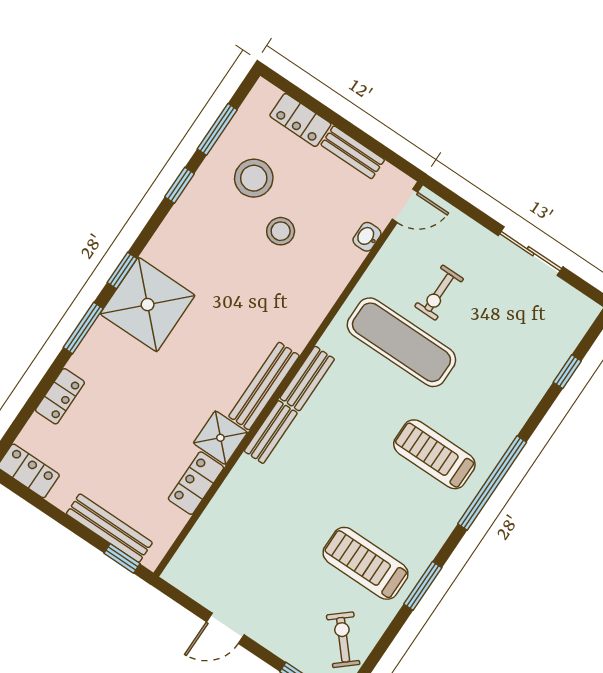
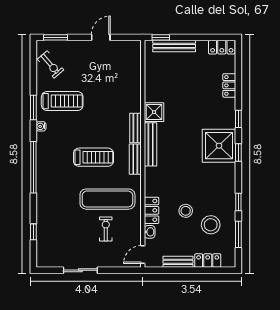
window: (83, 328) -> (238, 119), width x0.67
treadmill: (434, 454) -> (93, 157), moved
locker: (196, 483) -> (152, 210), moved
water cooler: (432, 544) -> (41, 126), added

